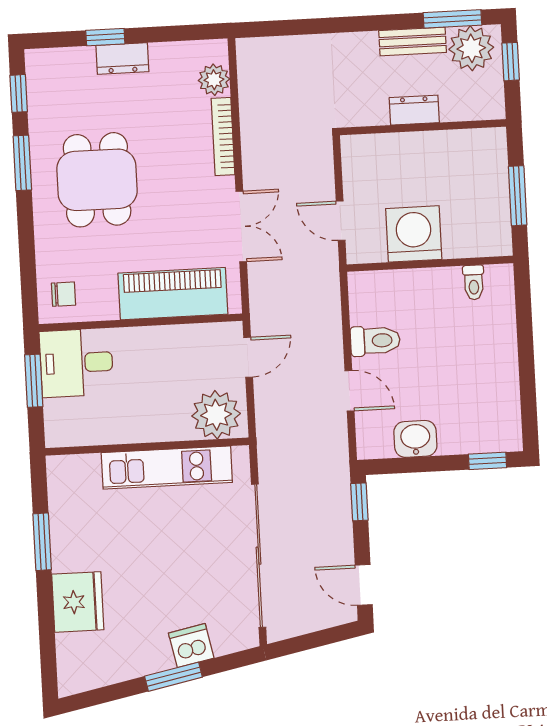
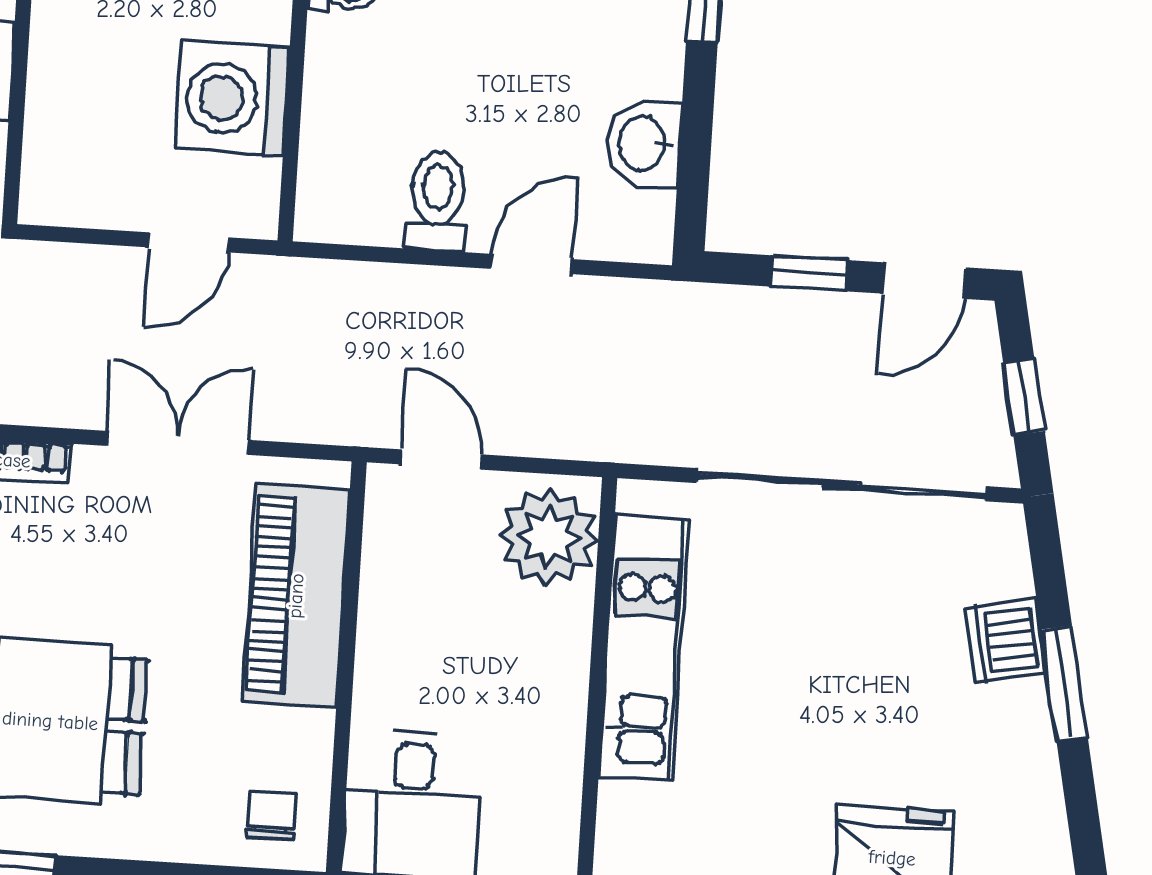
window: (359, 502) -> (809, 273), moved
window: (312, 640) -> (1024, 396), added

